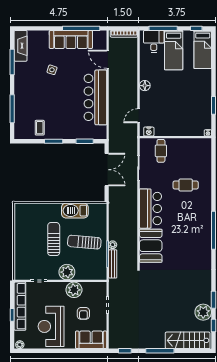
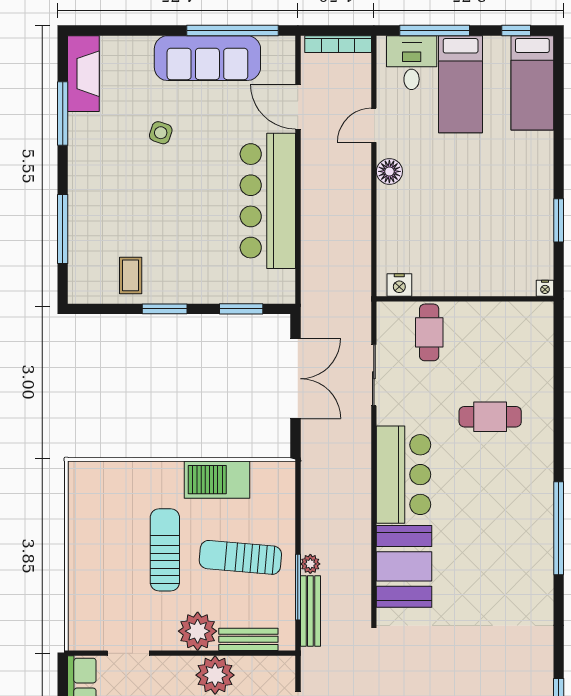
door: (138, 116) -> (374, 125), moved
bench: (88, 275) -> (248, 639), added

